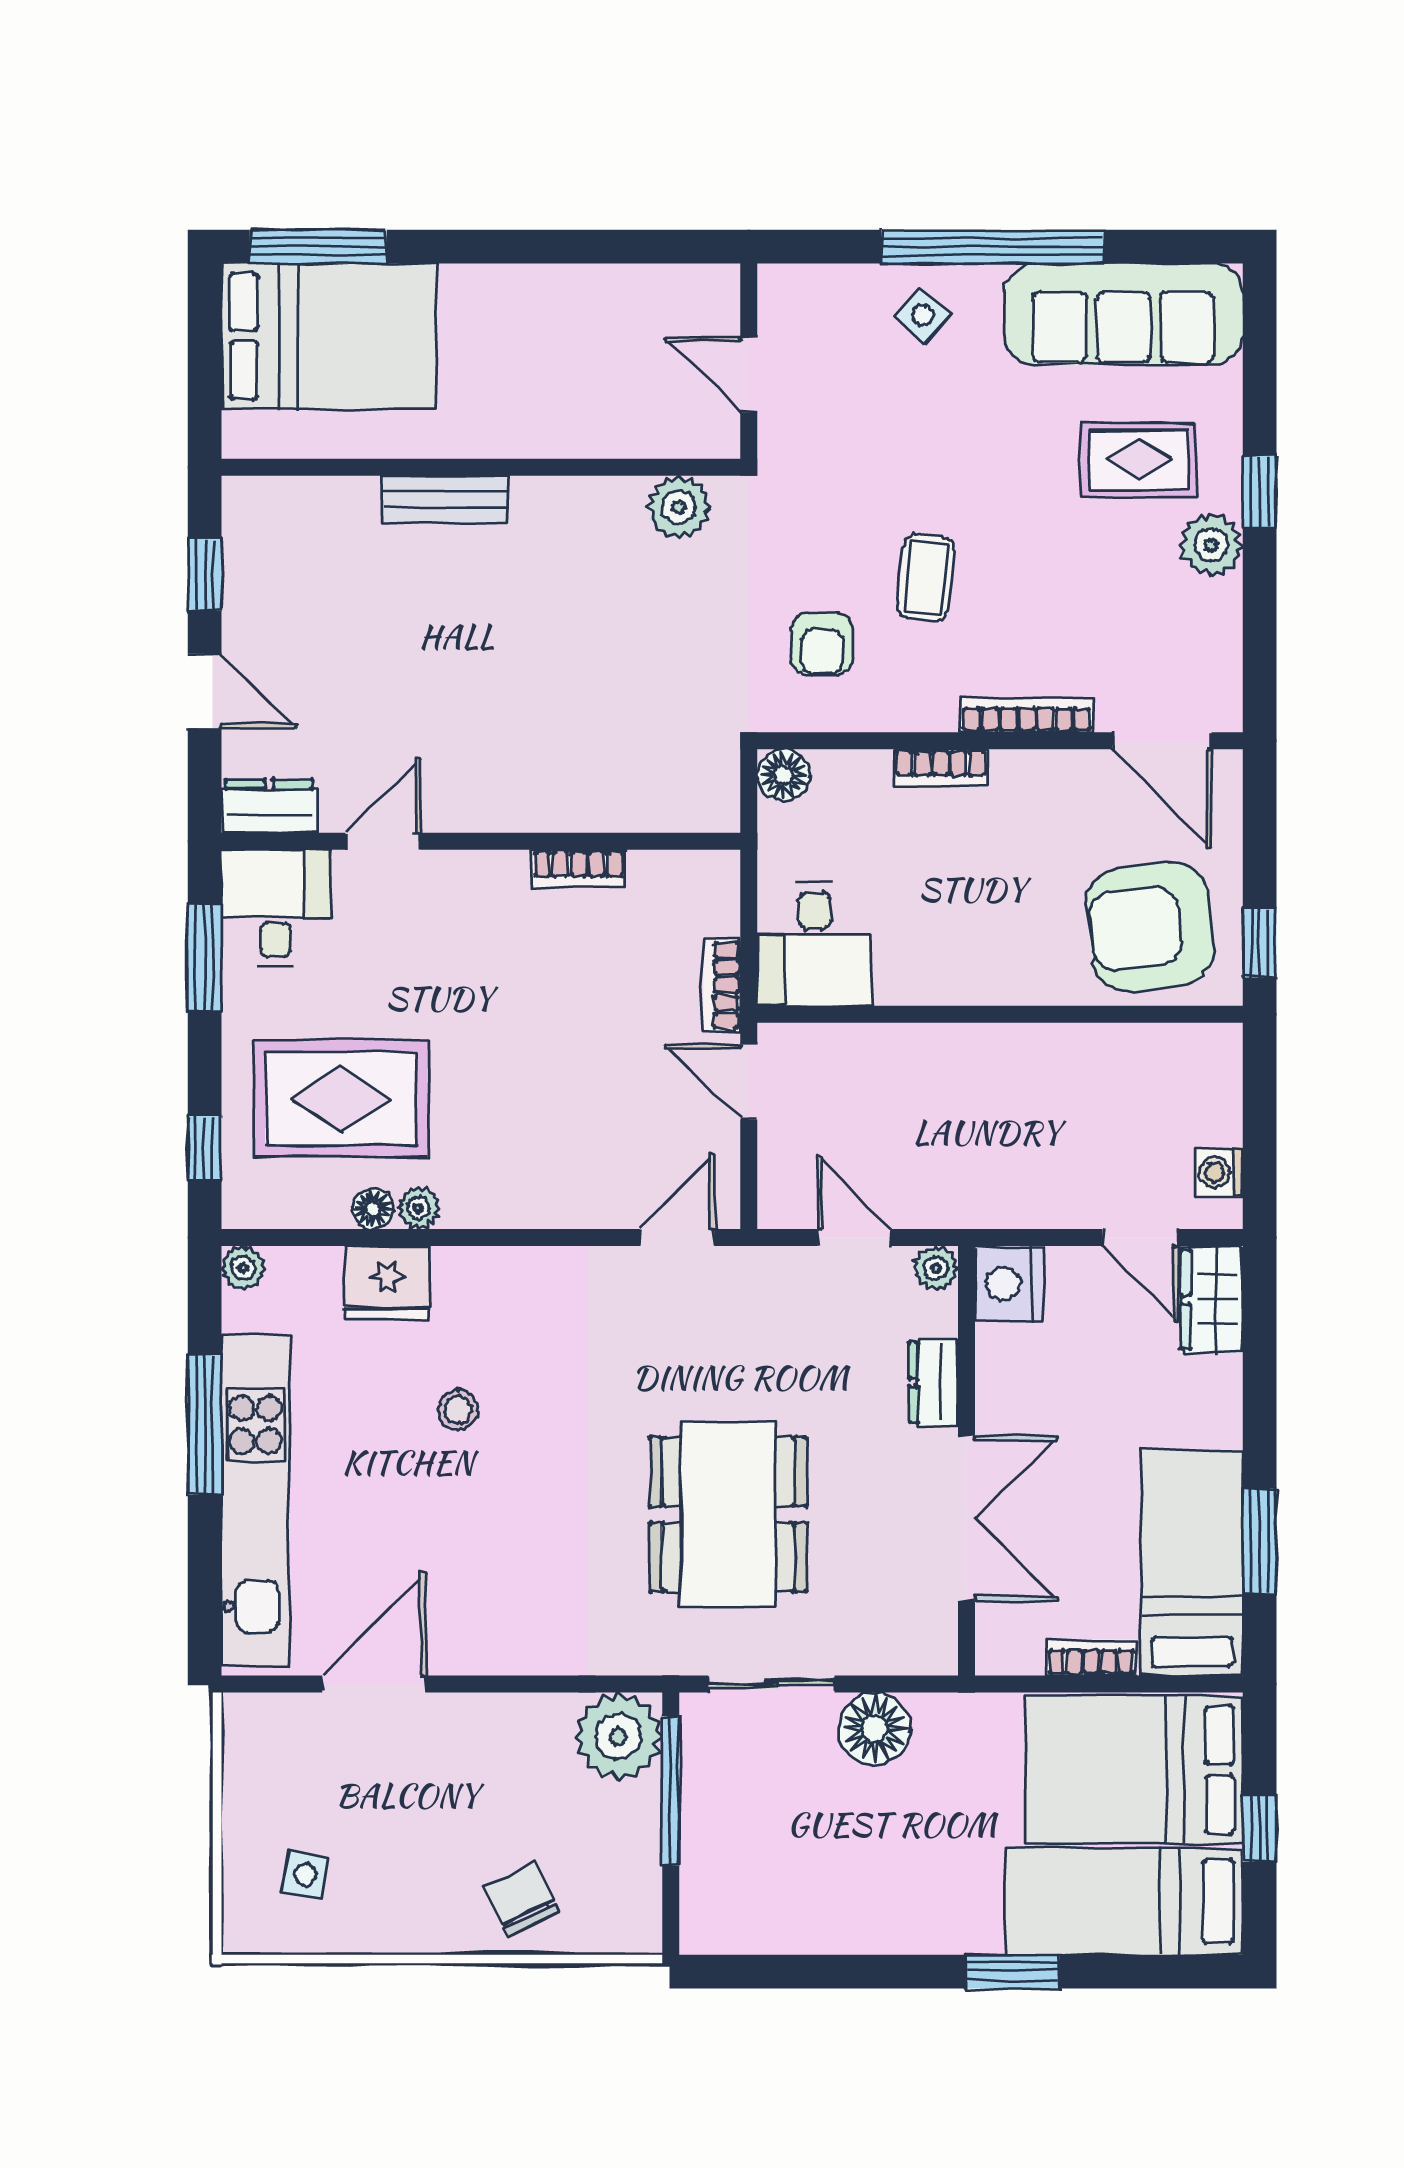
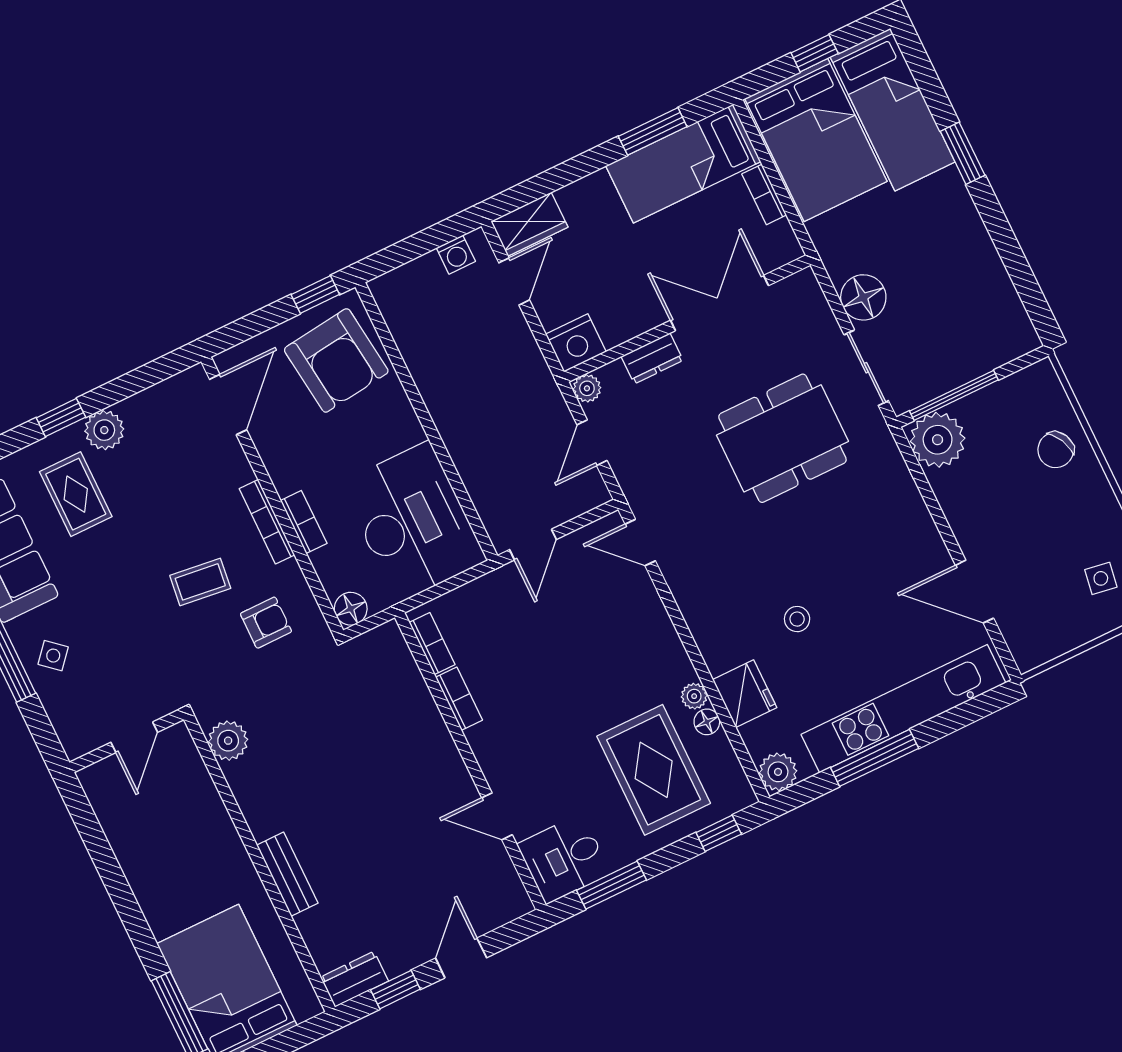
bookcase: (1027, 715) -> (267, 522), moved
dresser: (269, 806) -> (354, 979), moved, turned 90
desk: (815, 944) -> (413, 522), width x1.87, depth x1.30
bookcase: (722, 985) -> (432, 644), moved, turned -90
plant: (243, 1268) -> (778, 772), width x1.38, depth x1.38

